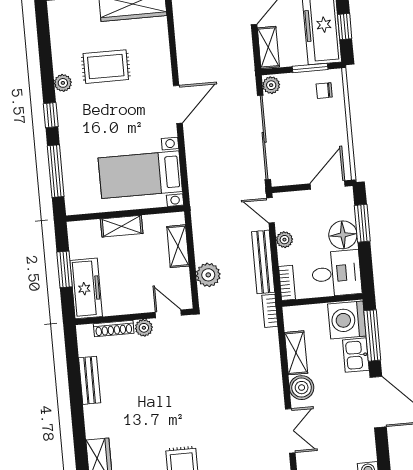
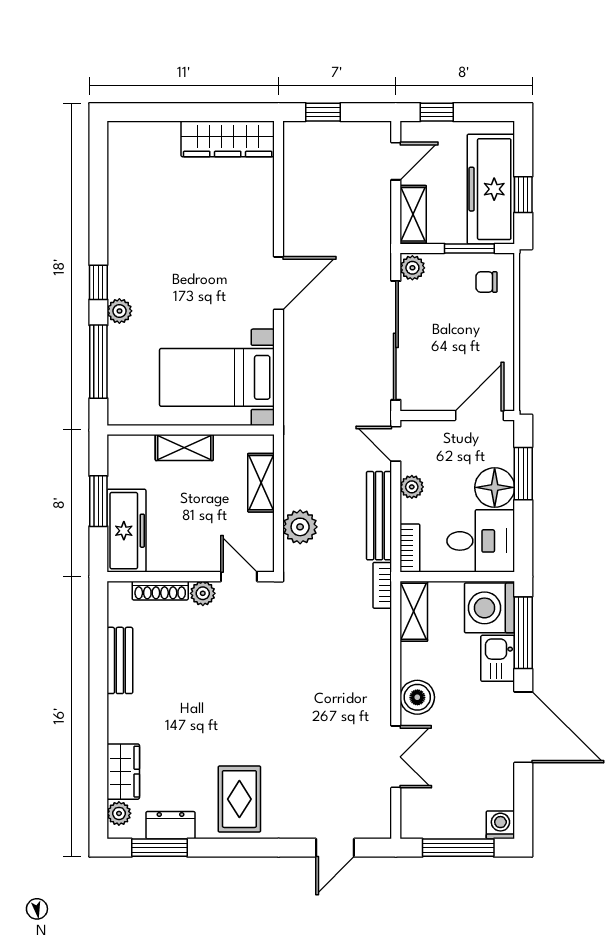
rug: (106, 67) -> (182, 221), removed
plant: (63, 83) -> (119, 311), moved
shelving: (296, 353) -> (414, 611), moved

